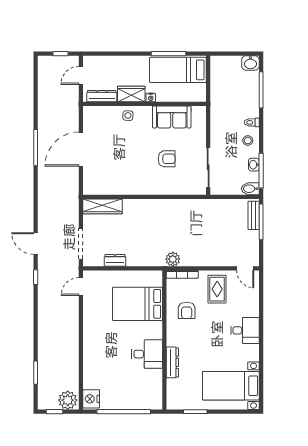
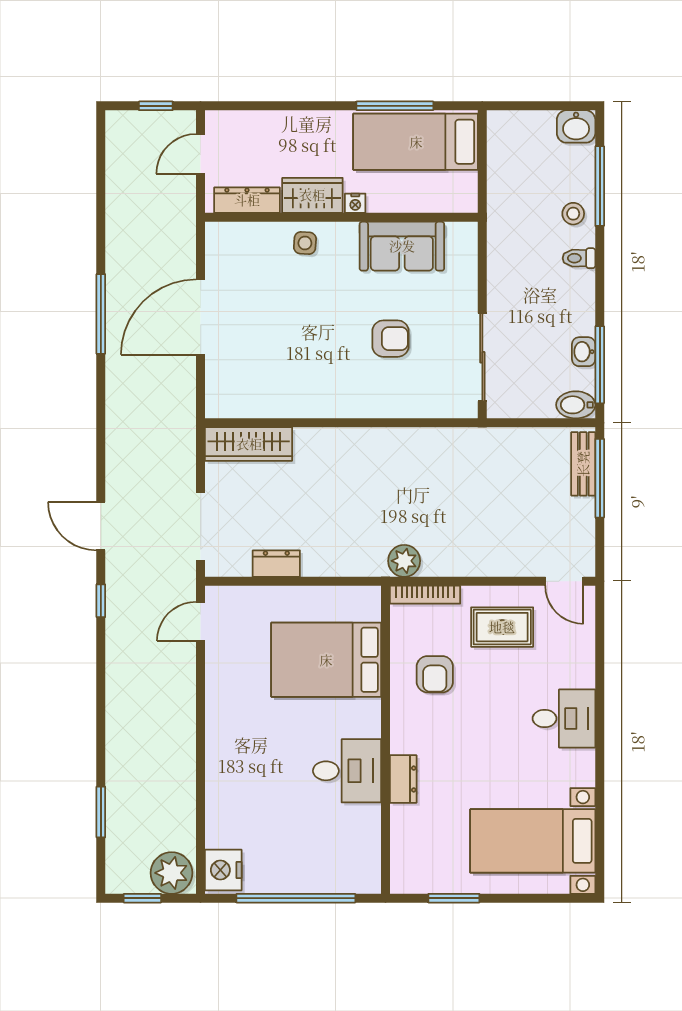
stool: (248, 141) -> (573, 214), moved
rug: (217, 289) -> (502, 627), turned 90
dresser: (172, 362) -> (403, 779), width x0.70

